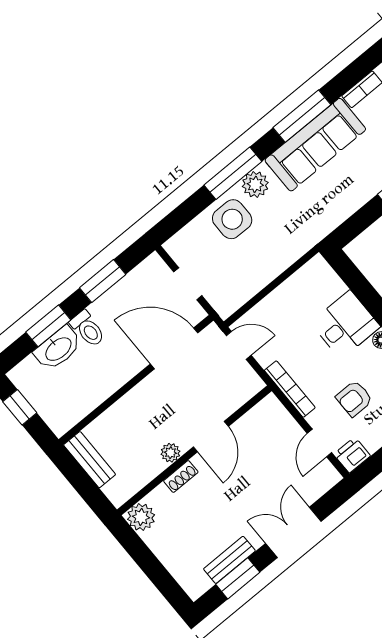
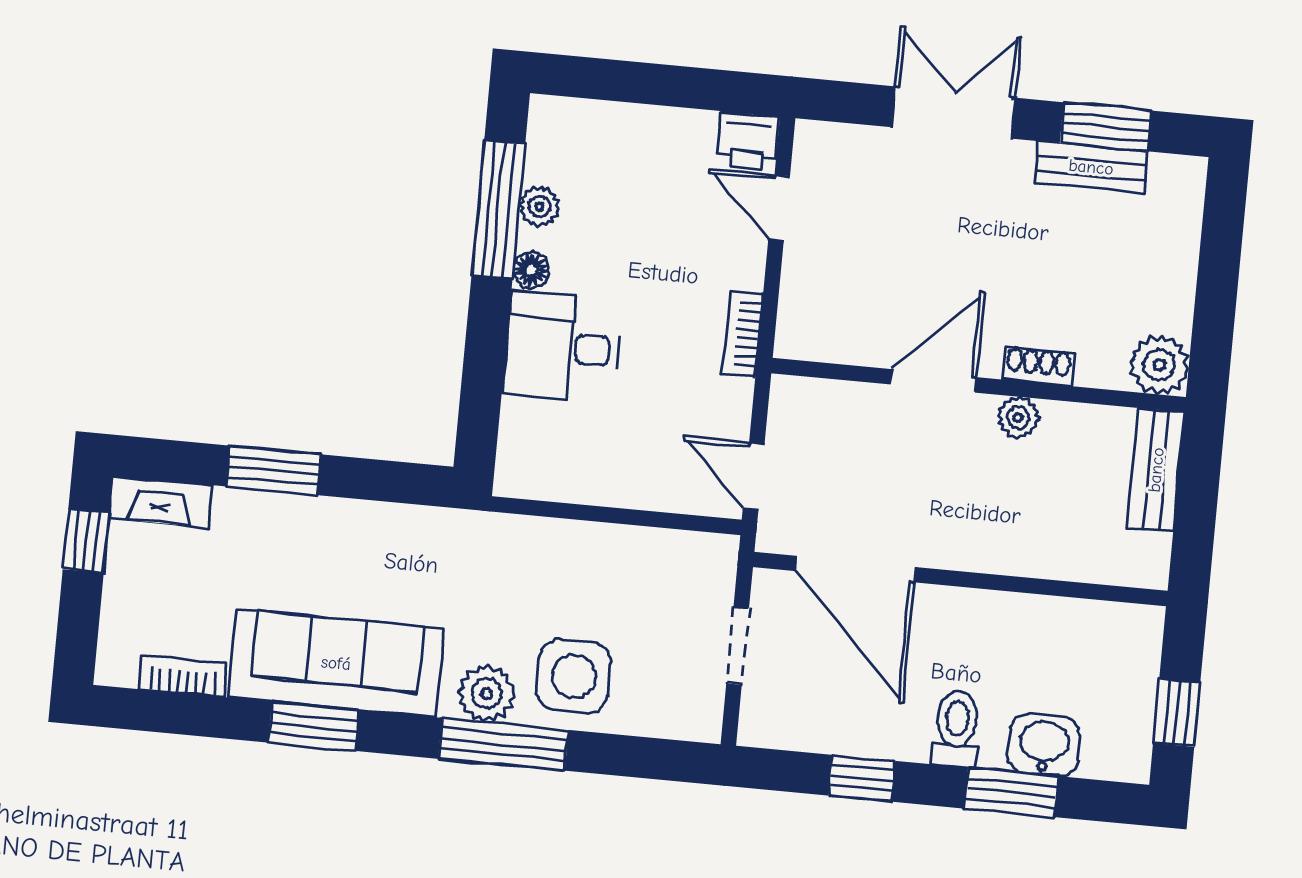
window: (302, 116) -> (314, 726), width x0.69
window: (103, 281) -> (862, 778), width x0.67
washbasin: (58, 348) -> (1044, 745), width x0.72
bookcase: (290, 389) -> (743, 334), width x0.64
armchair: (354, 398) -> (660, 222), removed
door: (319, 443) -> (779, 208), swing flipped
bench: (90, 460) -> (1156, 470), moved
double door: (293, 532) -> (953, 112), swing flipped

